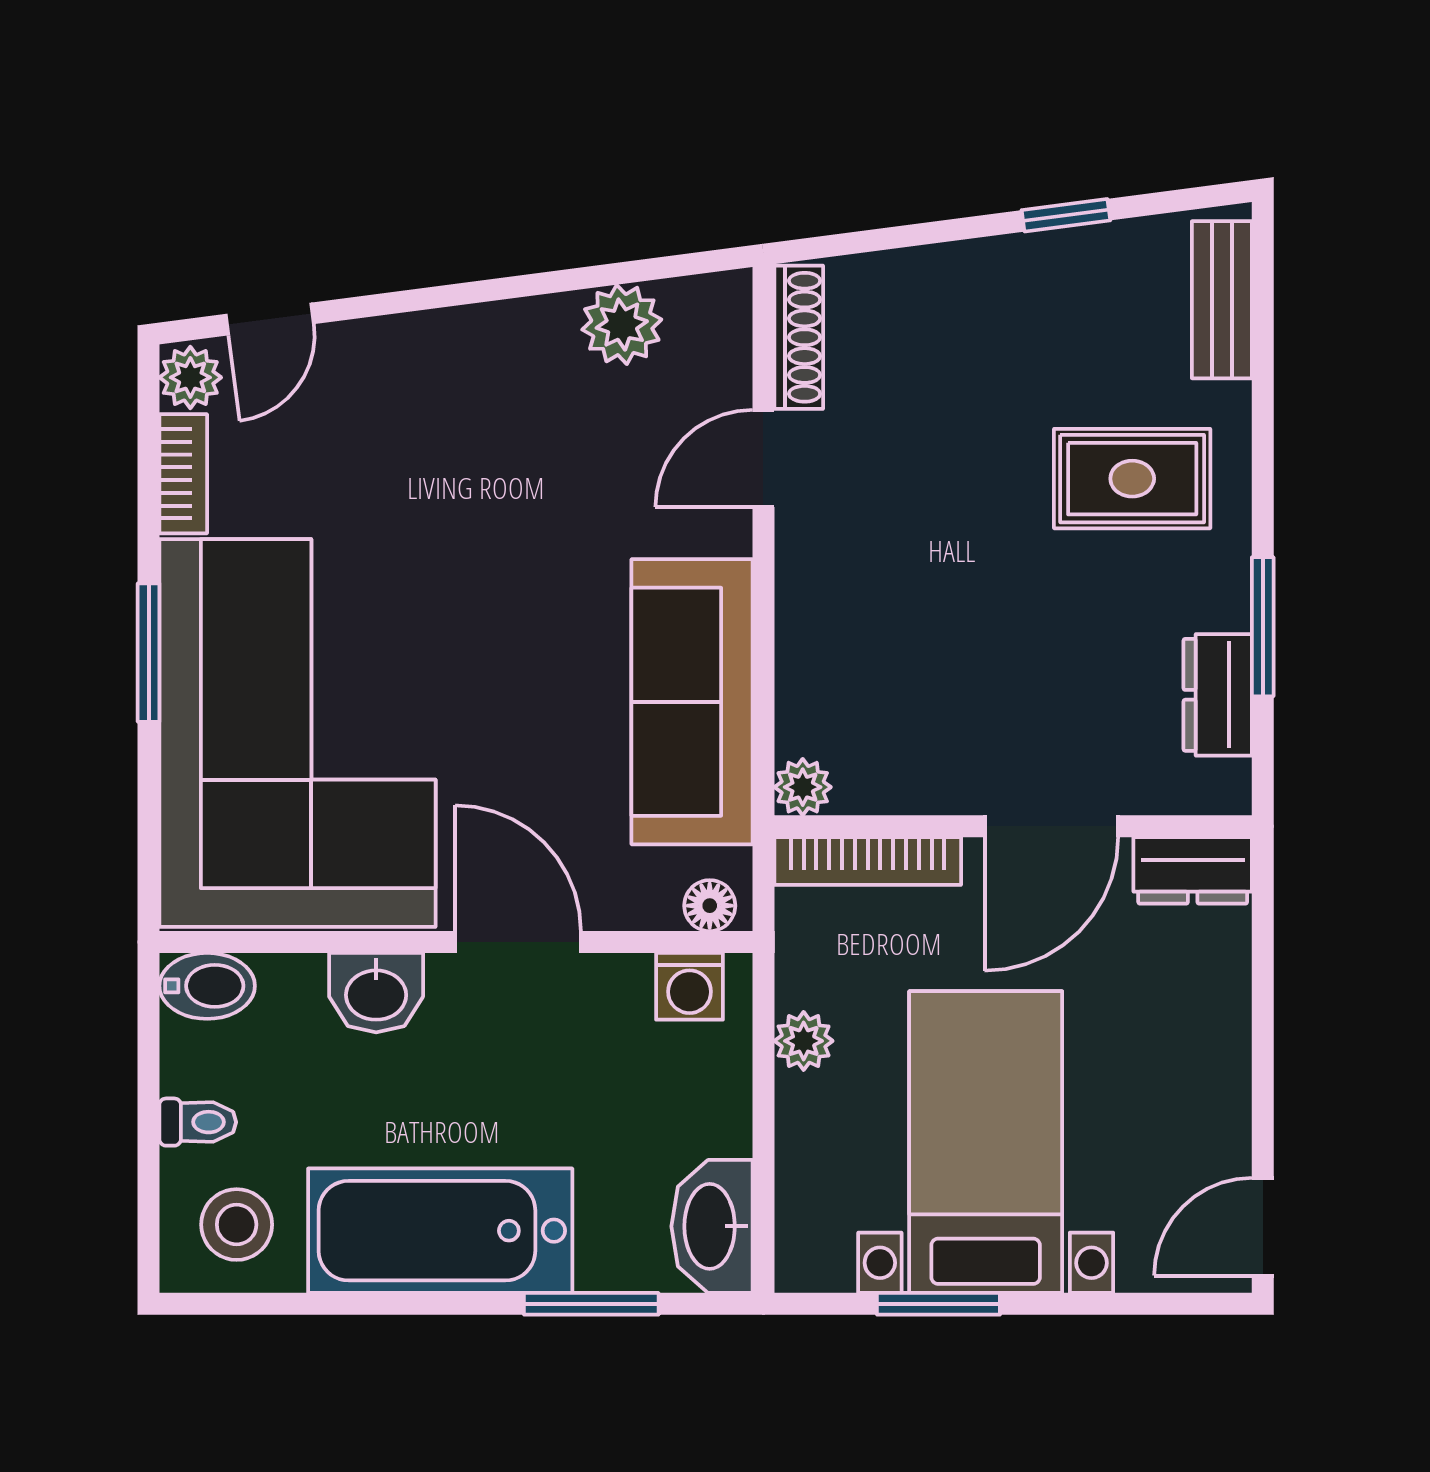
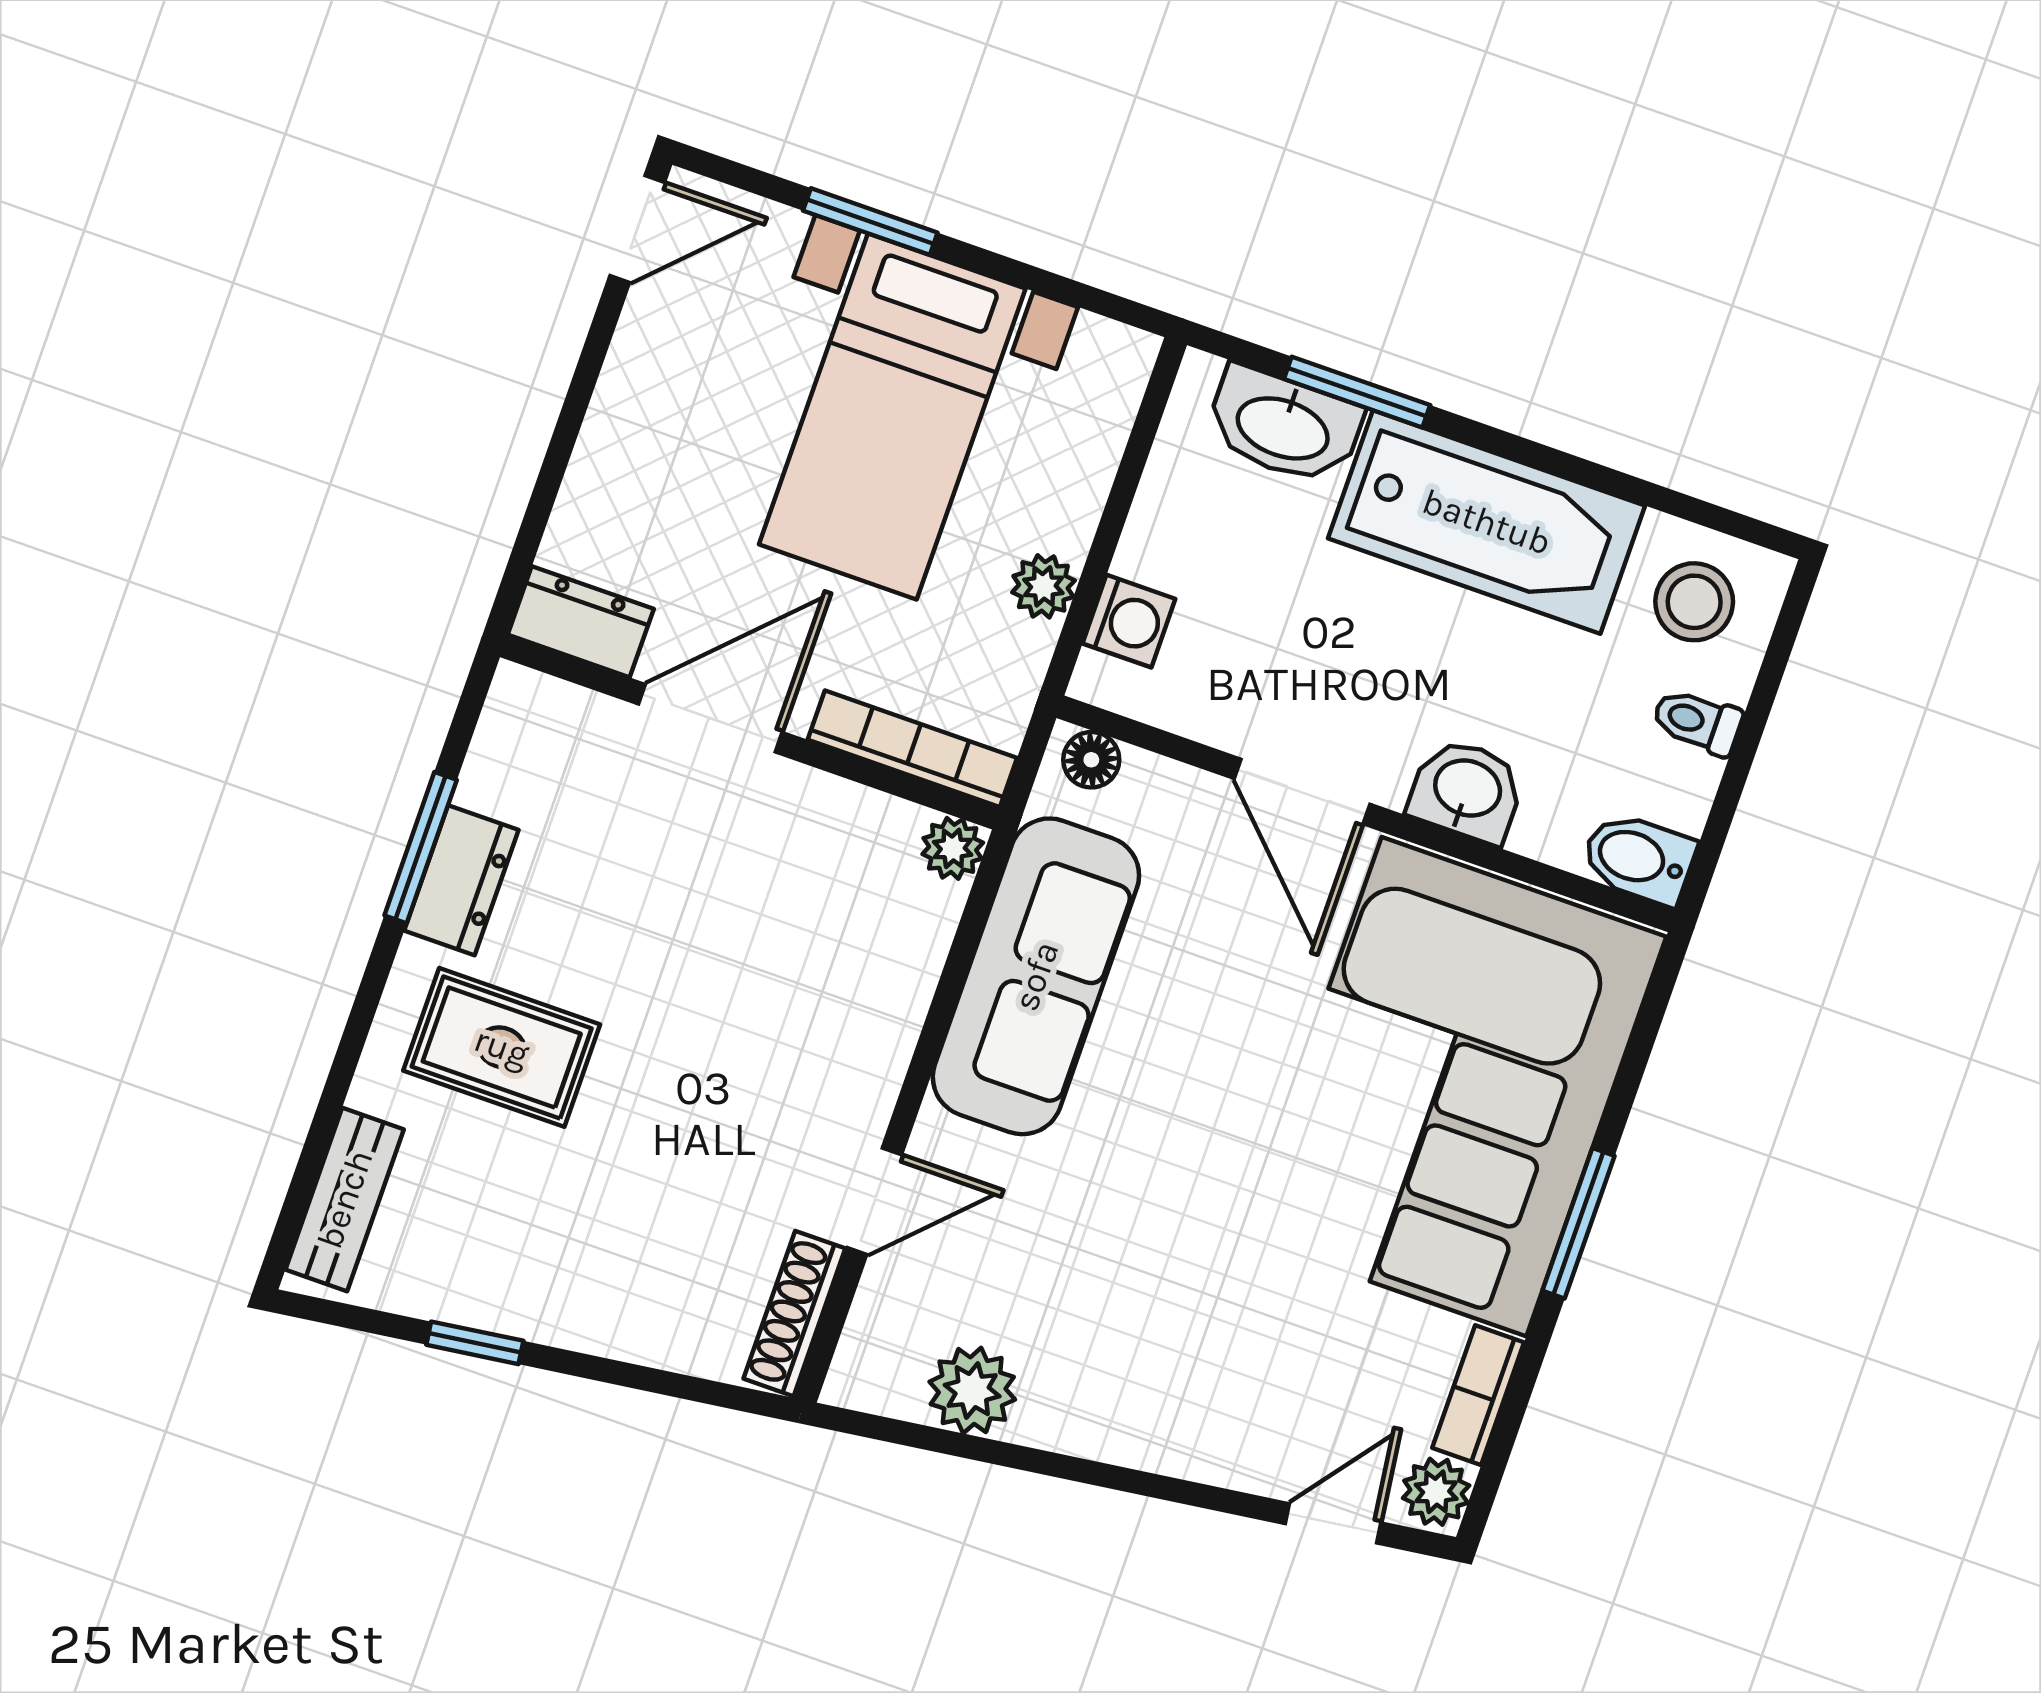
dresser: (1218, 695) -> (461, 880), moved
washing machine: (689, 986) -> (1129, 621), moved, turned 90
washbasin: (712, 1226) -> (1284, 426), moved, turned 90
window: (938, 1304) -> (870, 222), moved

